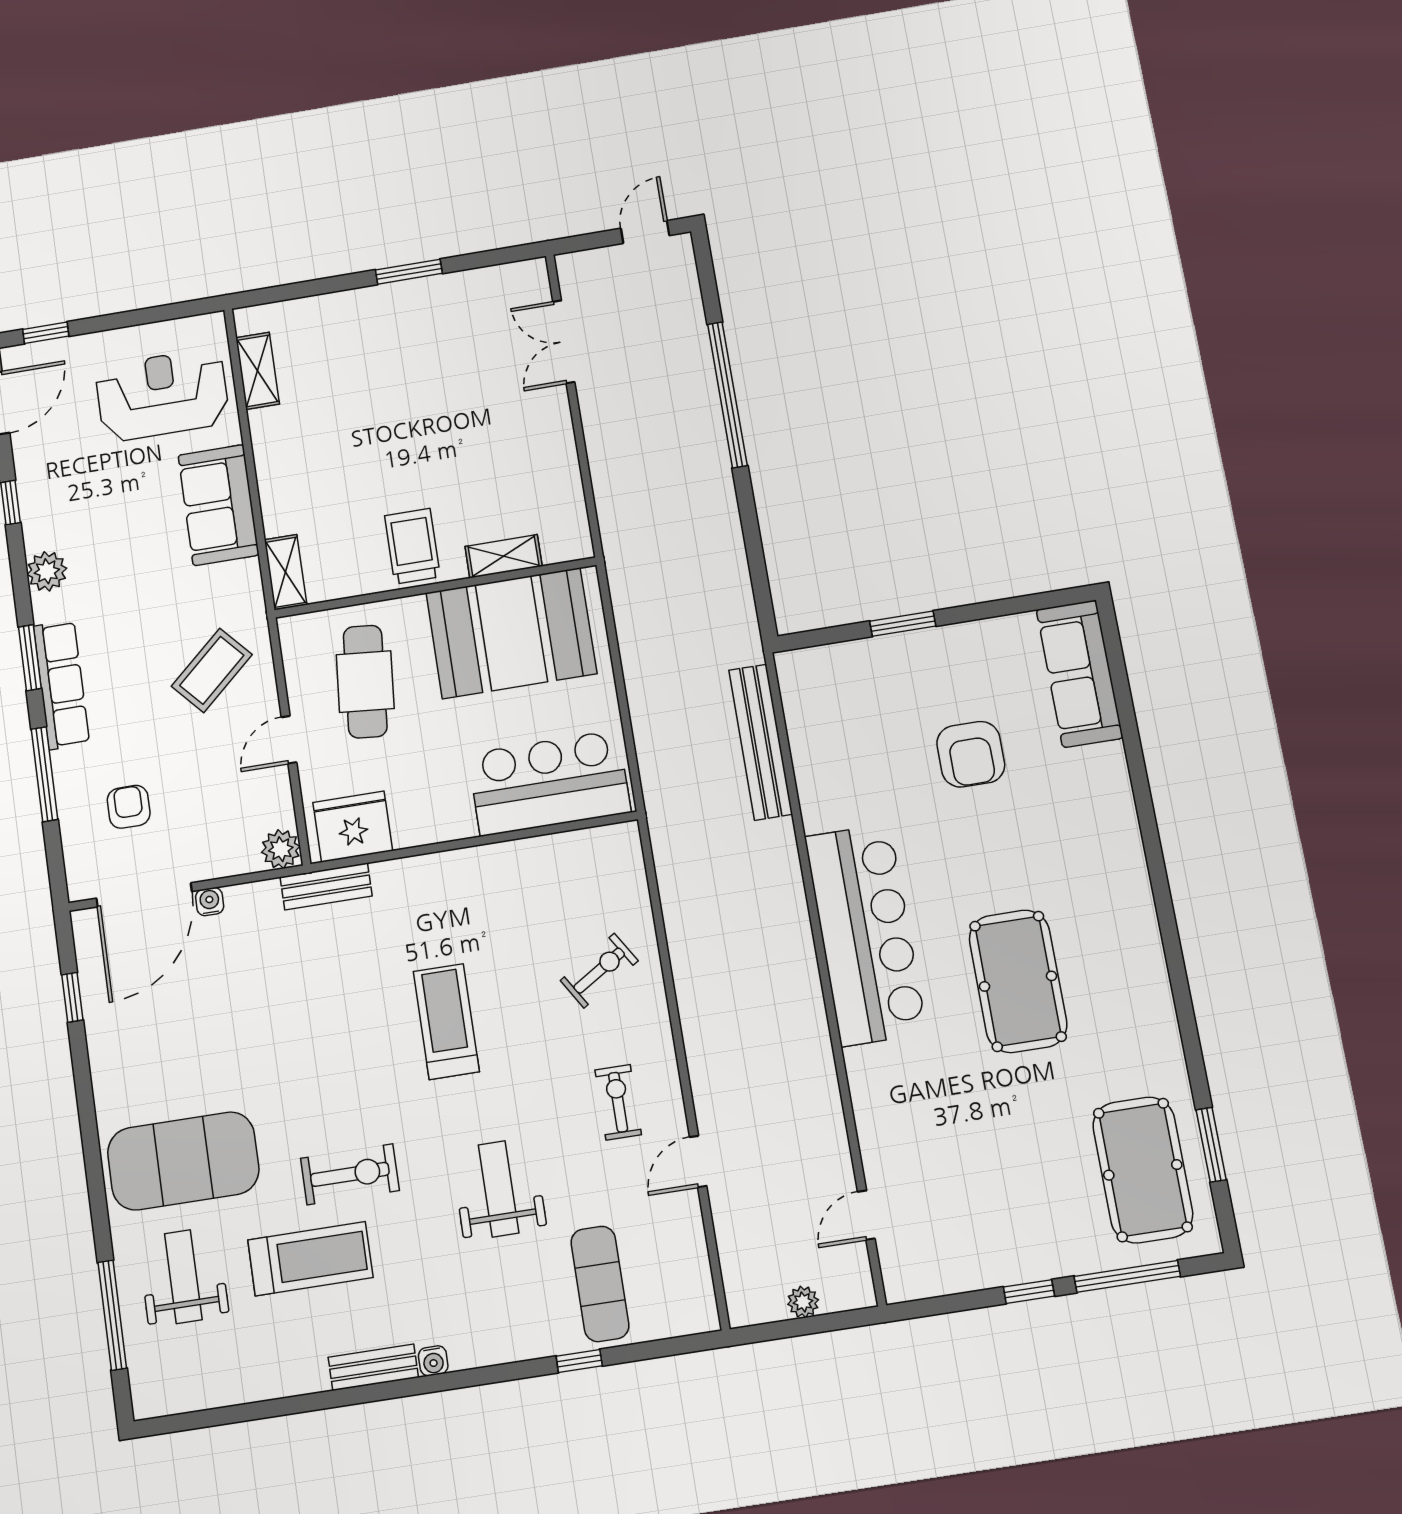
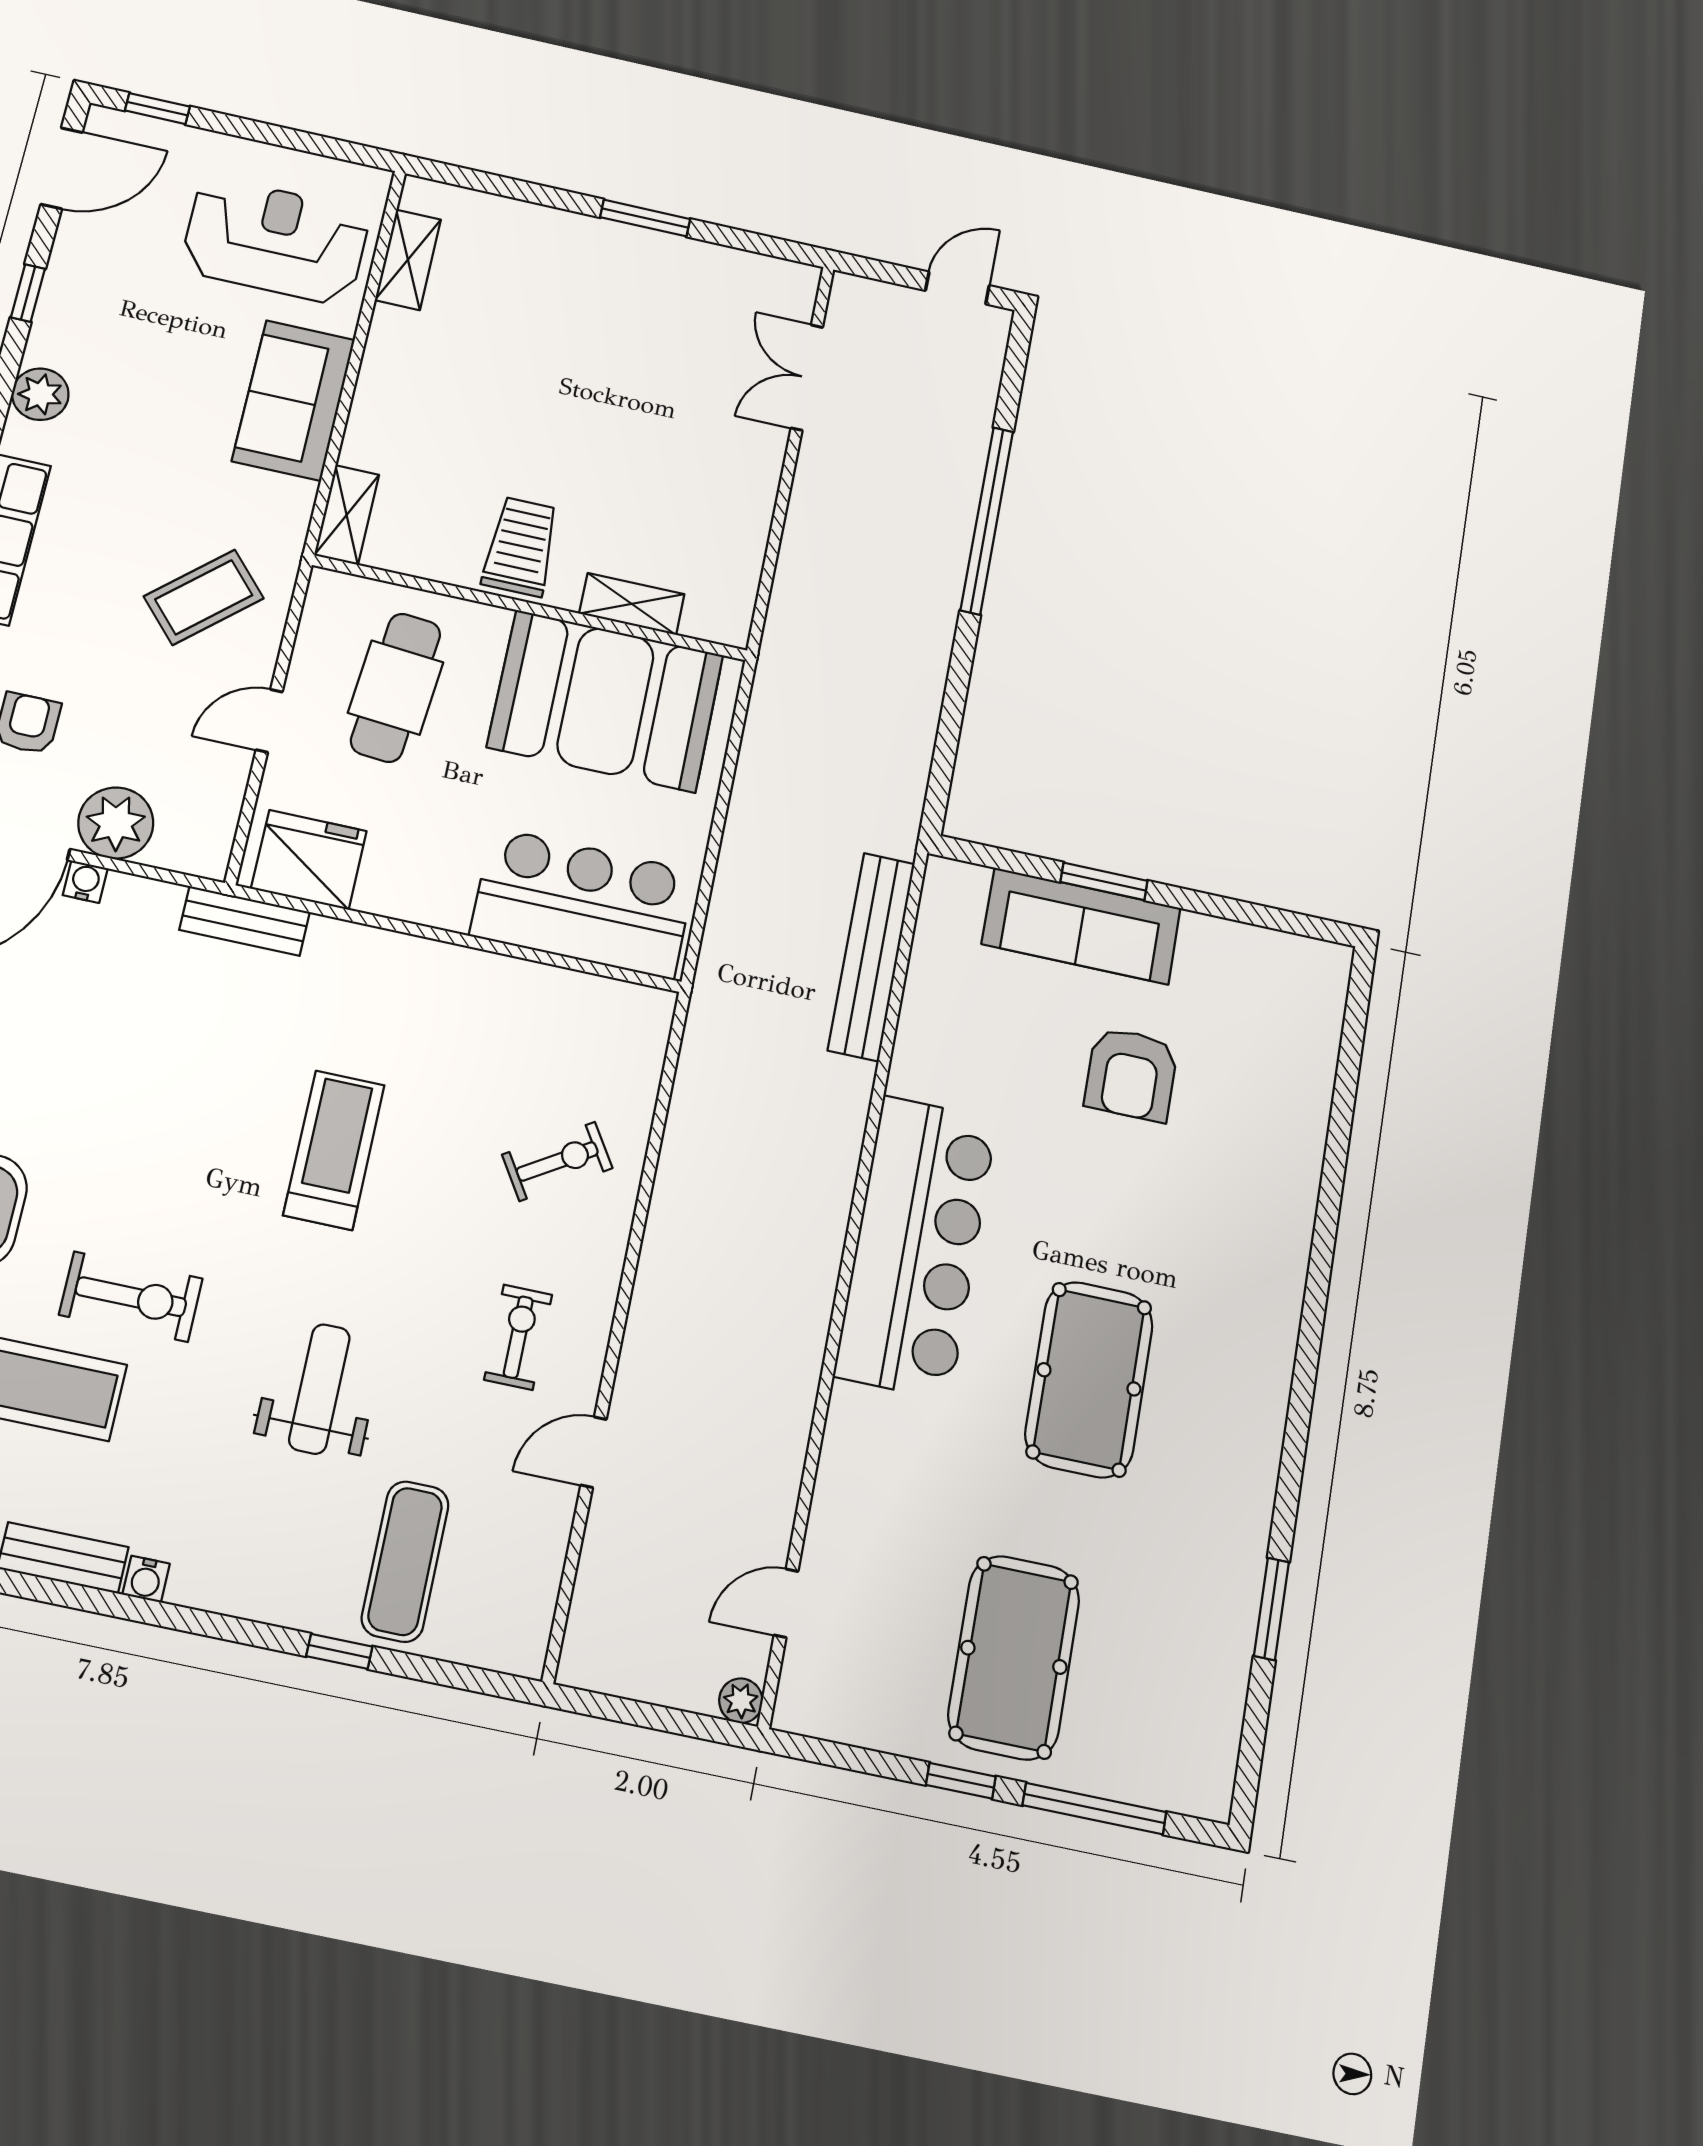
sofa: (1079, 674) -> (1081, 926), moved, turned -90
plant: (281, 849) -> (116, 823), moved, width x1.36, depth x1.36
window: (1211, 1145) -> (1271, 1609), moved
pool table: (1143, 1170) -> (1014, 1657), moved
plant: (803, 1302) -> (741, 1701), moved

